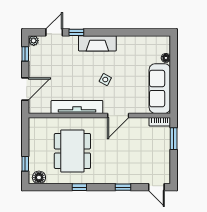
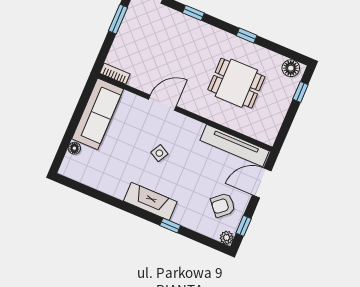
door: (54, 32) -> (197, 237), removed
armchair: (46, 62) -> (223, 205), added
tv unit: (77, 107) -> (235, 146), moved
window: (174, 139) -> (118, 19), moved
dining table: (72, 151) -> (236, 83), width x0.73

